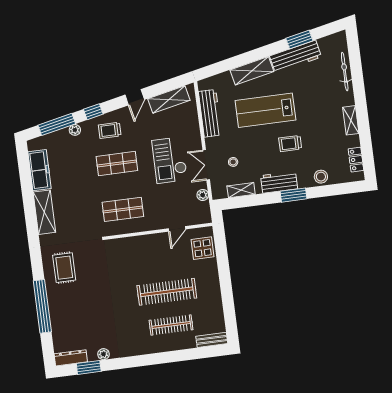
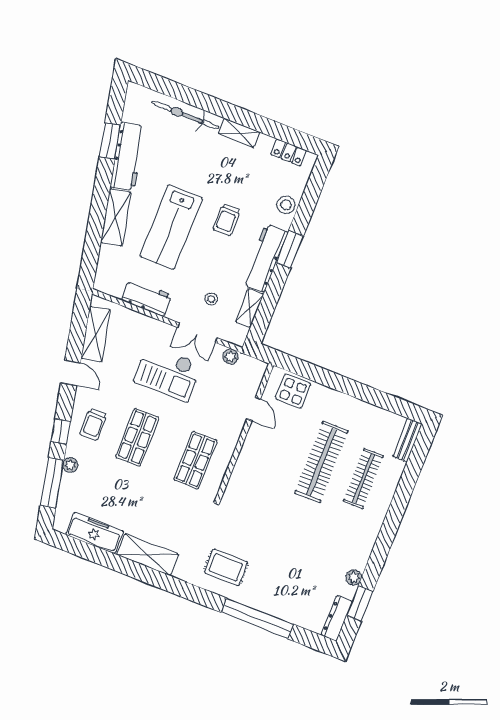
bicycle: (345, 72) -> (185, 115), width x1.37, depth x1.40
workbench: (210, 113) -> (147, 298), width x0.73
workbench: (279, 182) -> (265, 258), width x1.37

